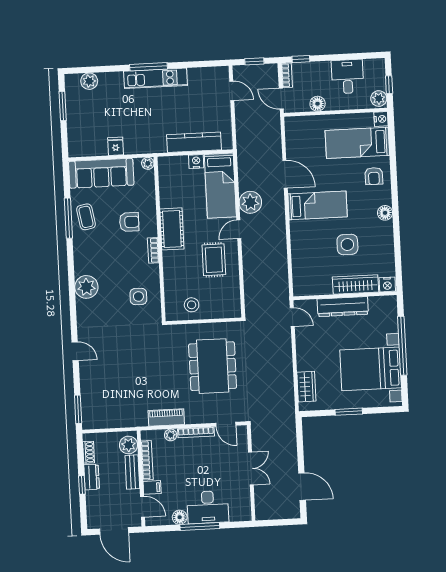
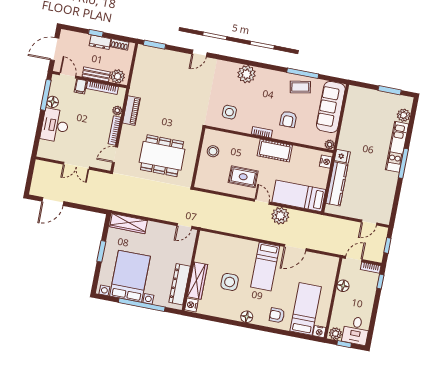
desk: (348, 77) -> (356, 330), moved, turned 90
kitchen unit: (156, 78) -> (397, 147), moved
fridge: (116, 146) -> (342, 156), moved
nightstand: (196, 161) -> (326, 162), moved
dresser: (343, 307) -> (180, 284), moved
wardrobe: (306, 387) -> (129, 224), width x1.50
door: (142, 507) -> (68, 75), swing flipped
window: (200, 527) -> (46, 95), moved

